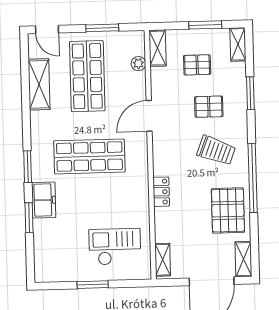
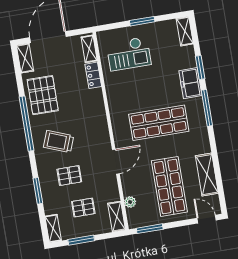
window: (102, 28) -> (150, 229), moved
window: (28, 167) -> (207, 108), width x1.44
locker: (161, 192) -> (93, 75), moved
shelving: (42, 265) -> (185, 31), added

